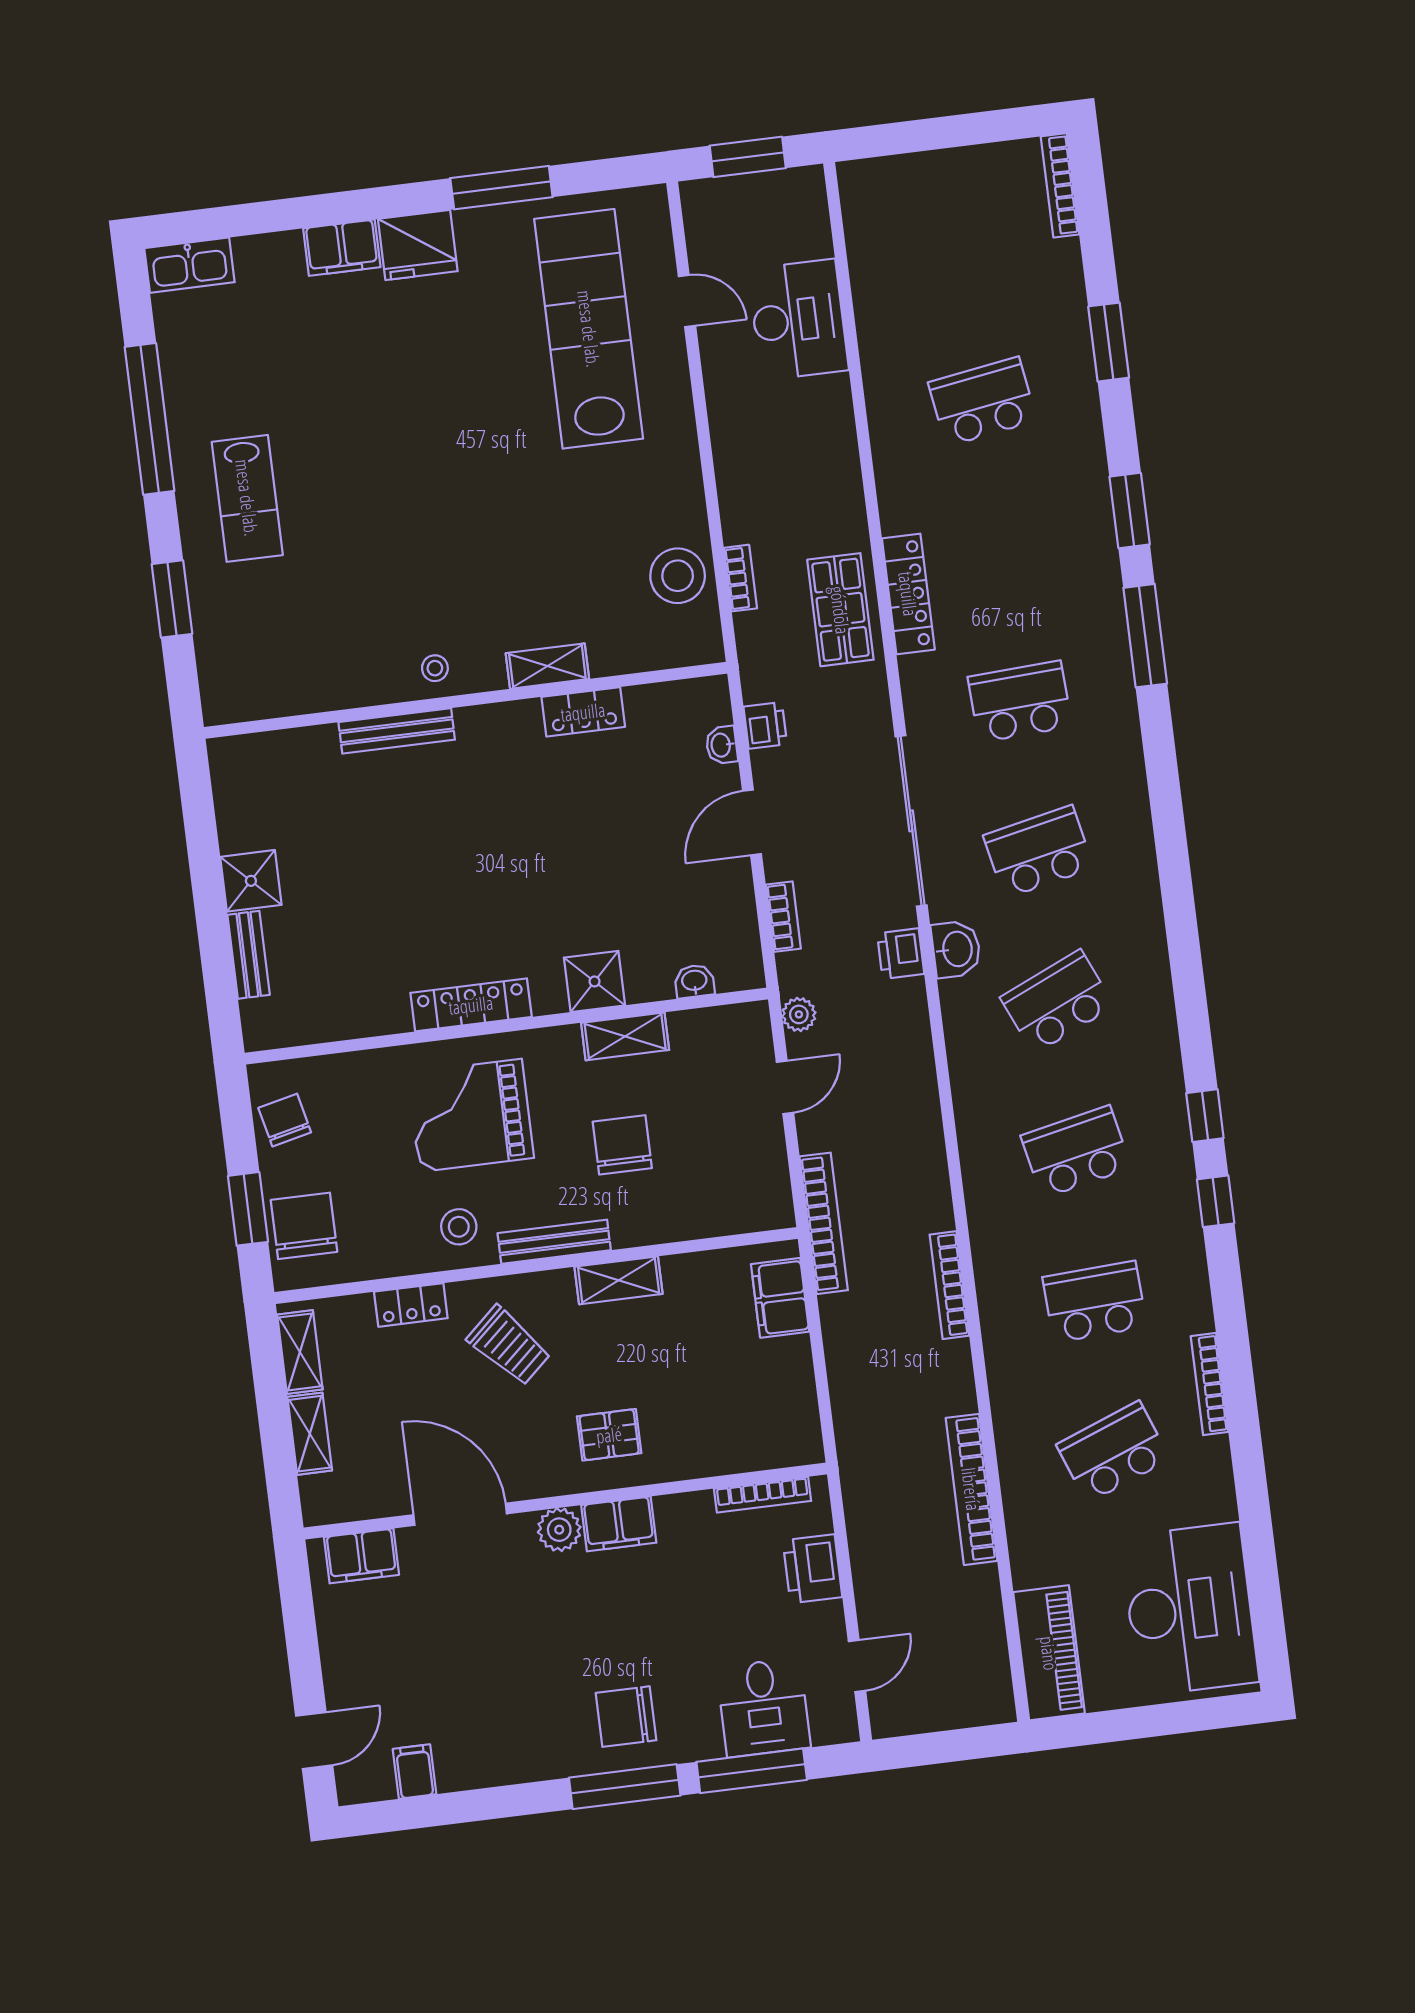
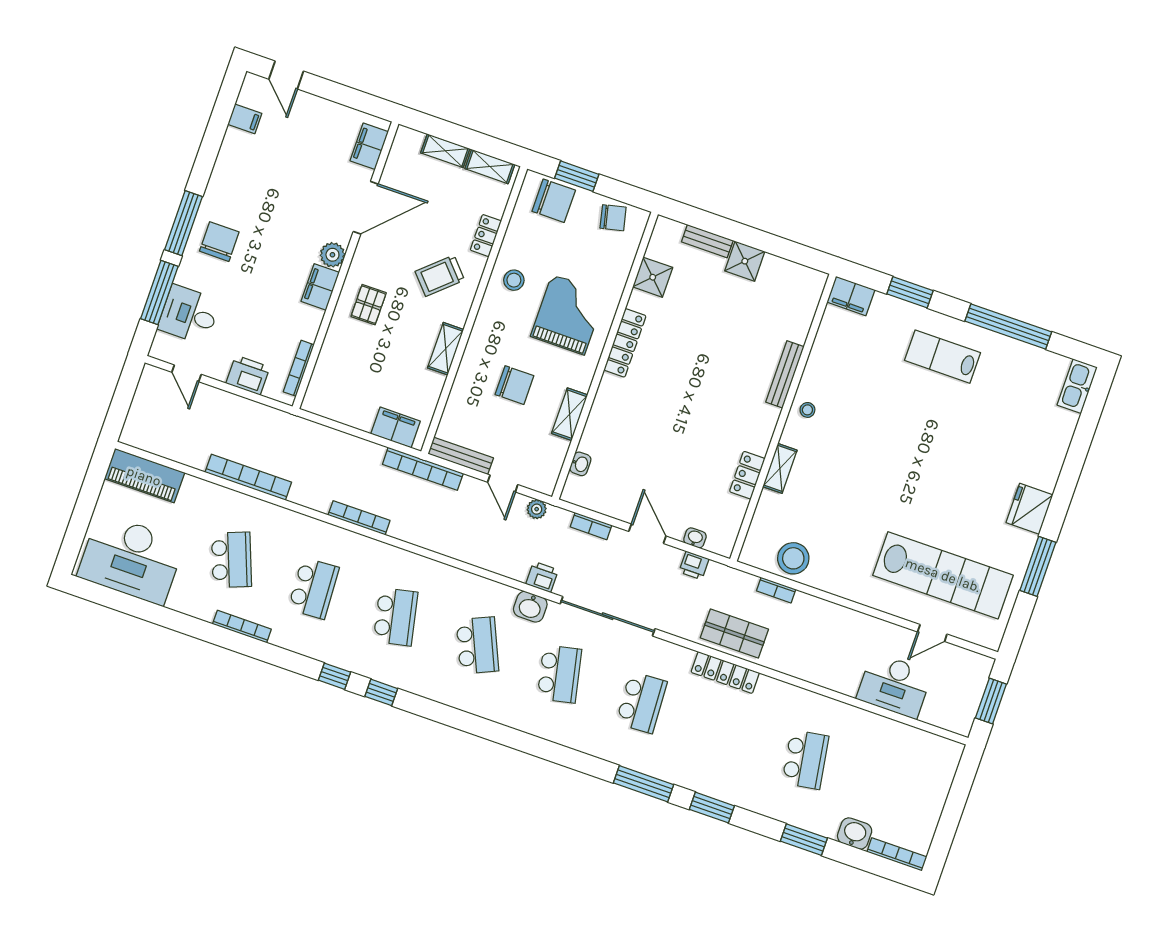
filing cabinet: (342, 248) -> (851, 296), moved, turned -90
washbasin: (1060, 268) -> (855, 834), added
shower: (595, 981) -> (653, 277), moved
bench: (554, 1242) -> (461, 456), moved, turned 90

